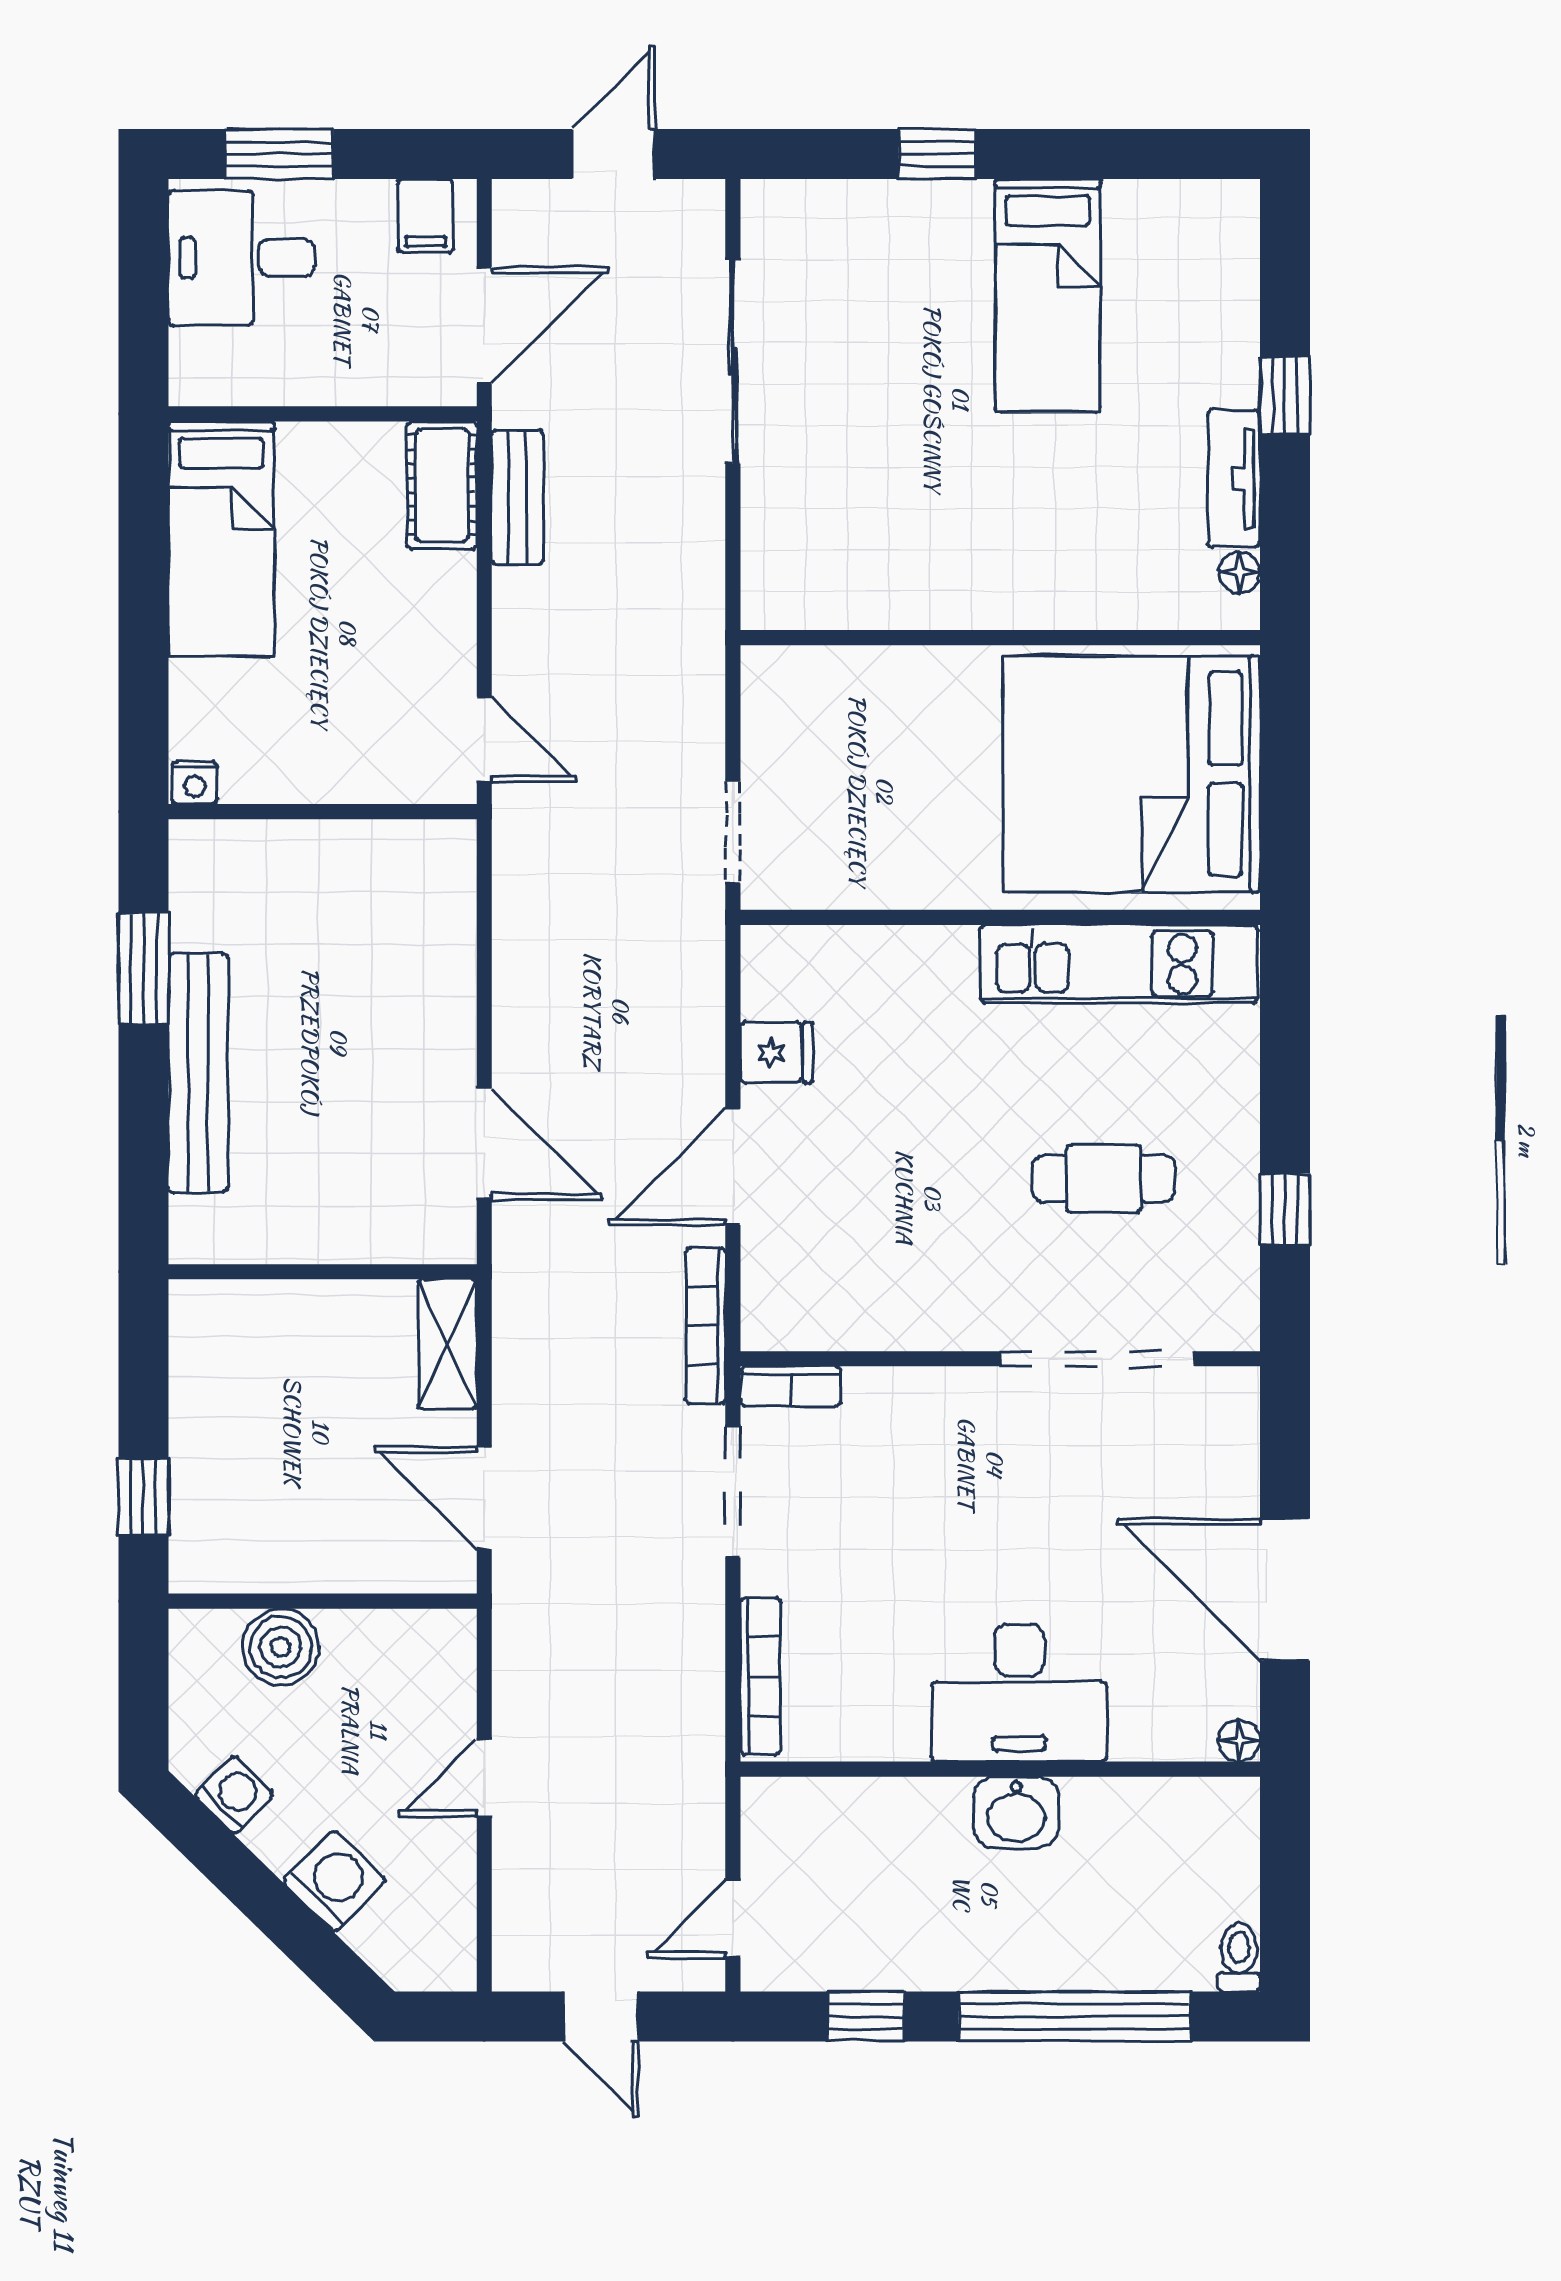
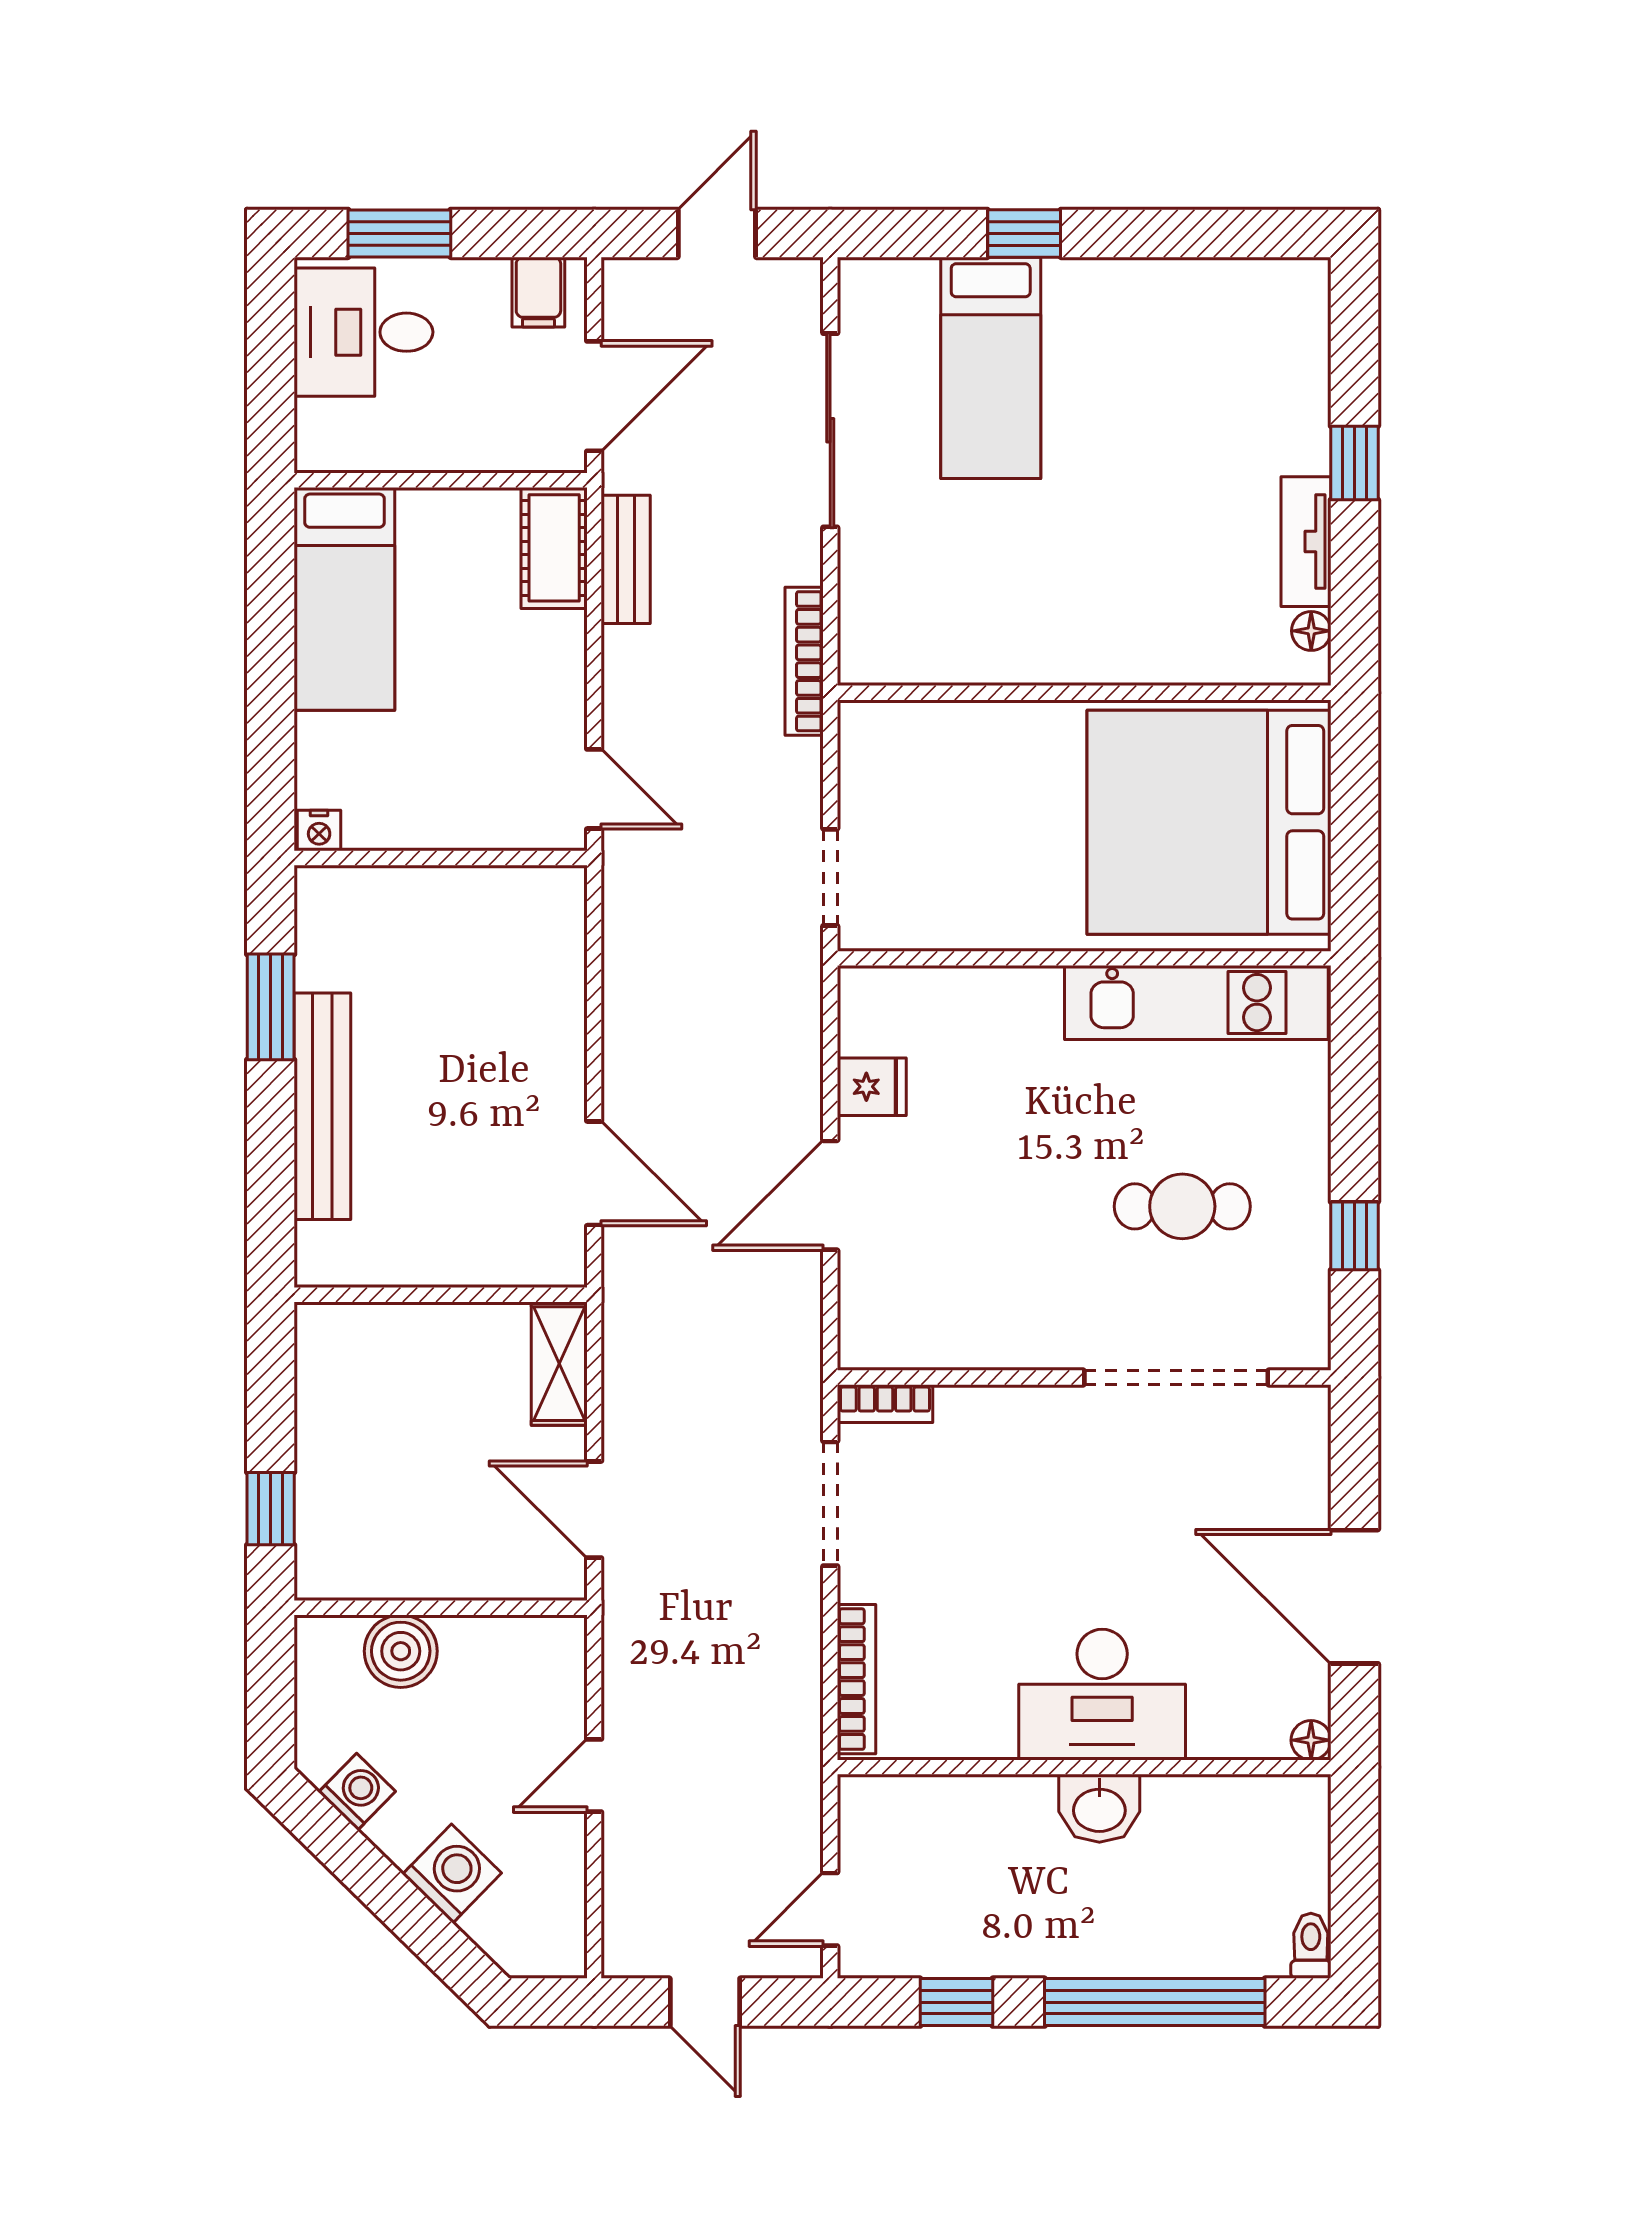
bed: (1048, 295) -> (991, 368), moved
bookcase: (705, 1326) -> (804, 661), moved

